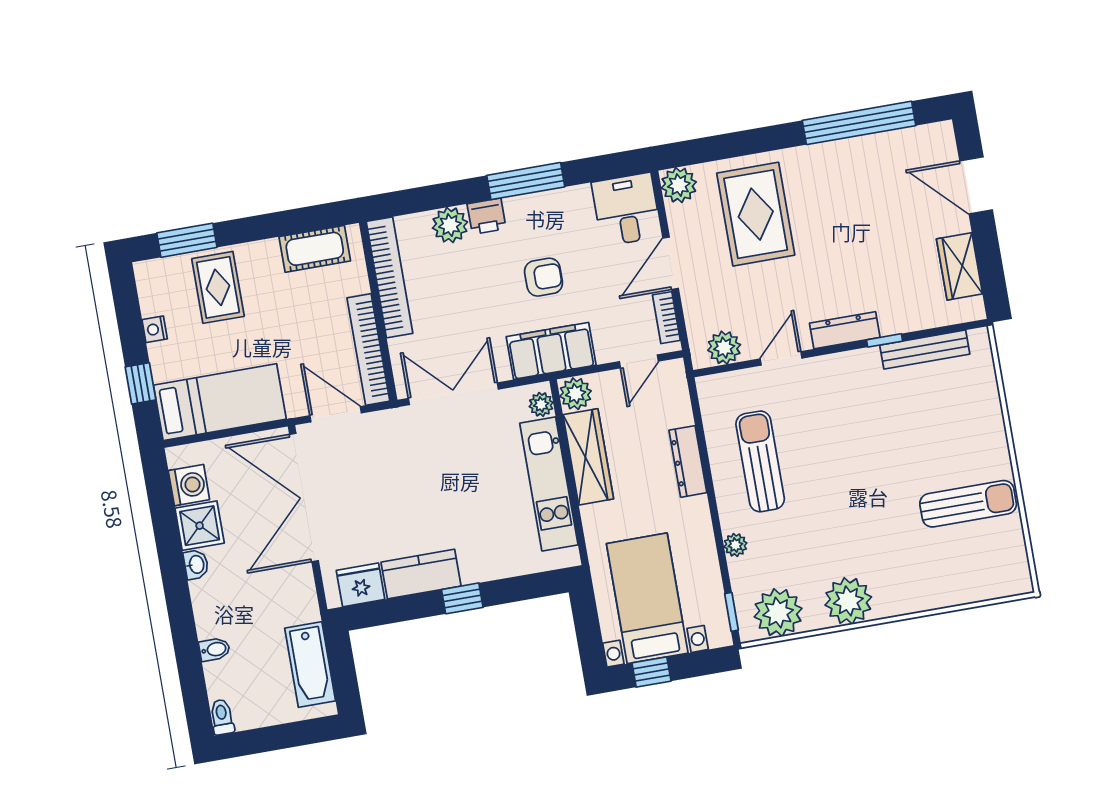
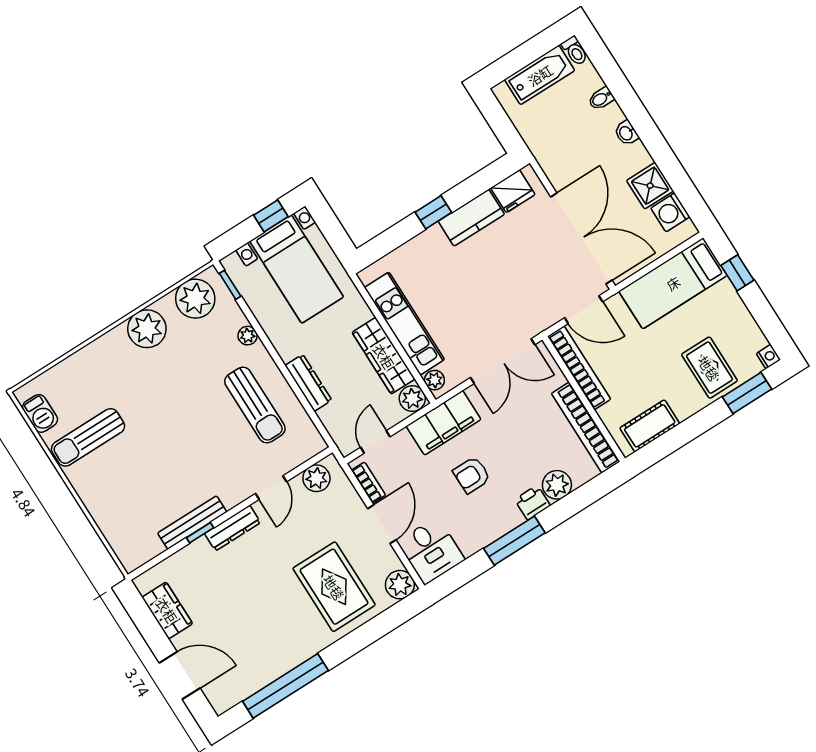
nightstand: (155, 329) -> (768, 357), moved
bench: (925, 350) -> (192, 523), moved
barbecue: (1012, 554) -> (40, 413), added
washbasin: (196, 565) -> (626, 133), moved
bathtub: (310, 665) -> (540, 75), moved, turned 90

